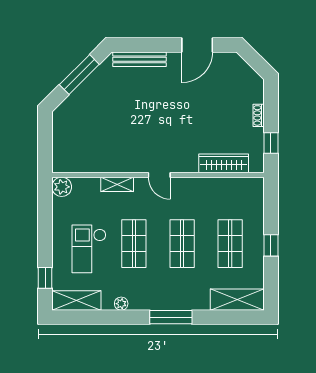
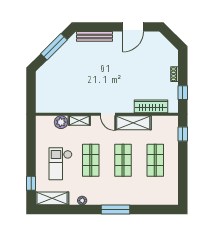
plant: (62, 187) -> (61, 122), moved
window: (271, 245) -> (183, 134), moved
shelving: (237, 300) -> (133, 123), moved

